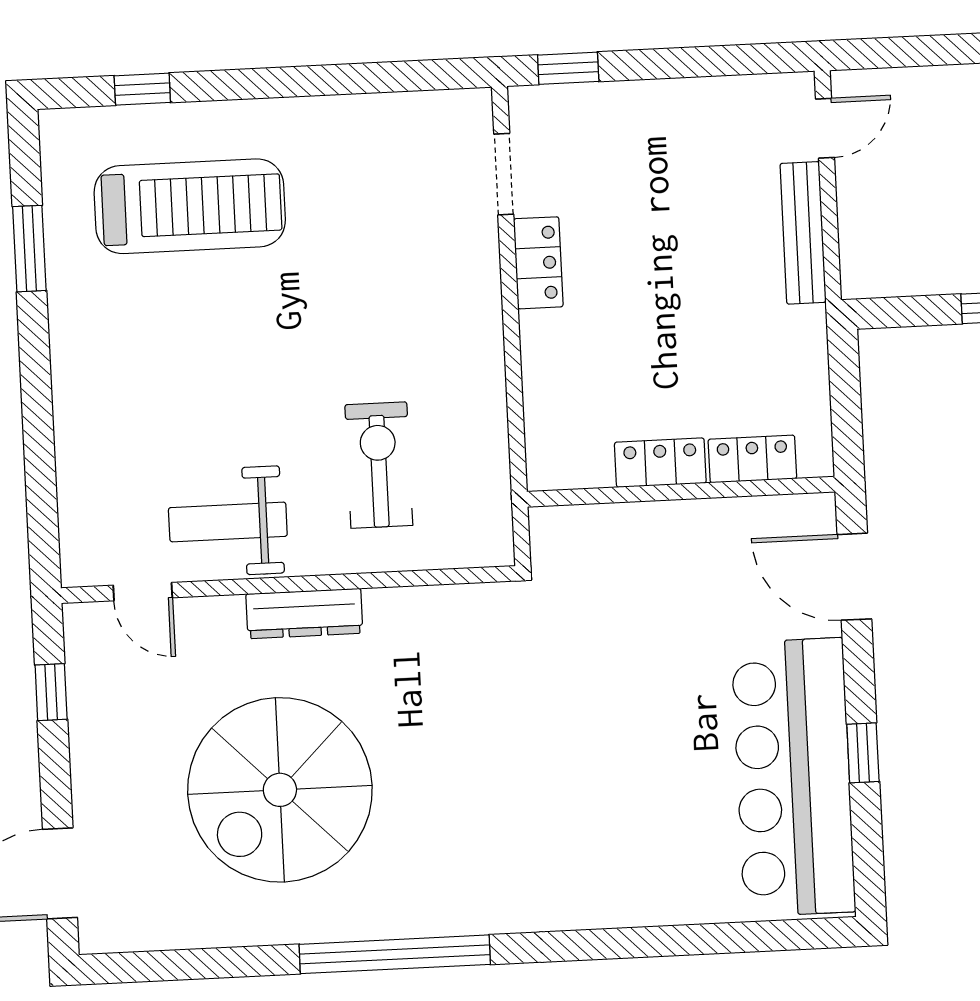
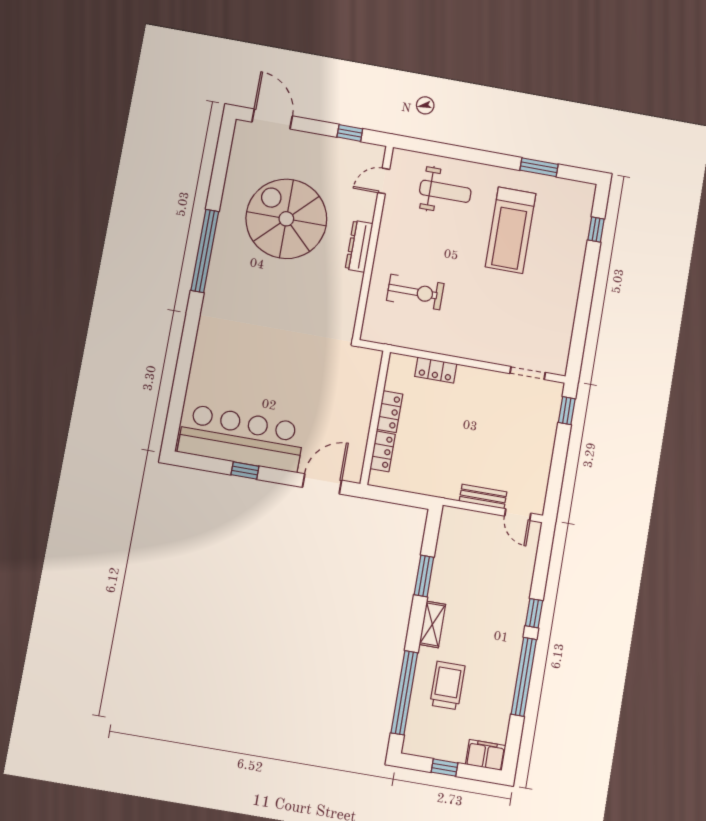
treadmill: (190, 206) -> (511, 230), moved
bench: (803, 233) -> (483, 496), width x0.73
locker: (538, 263) -> (436, 370), moved
weight bench: (228, 522) -> (445, 191), moved, turned 90

